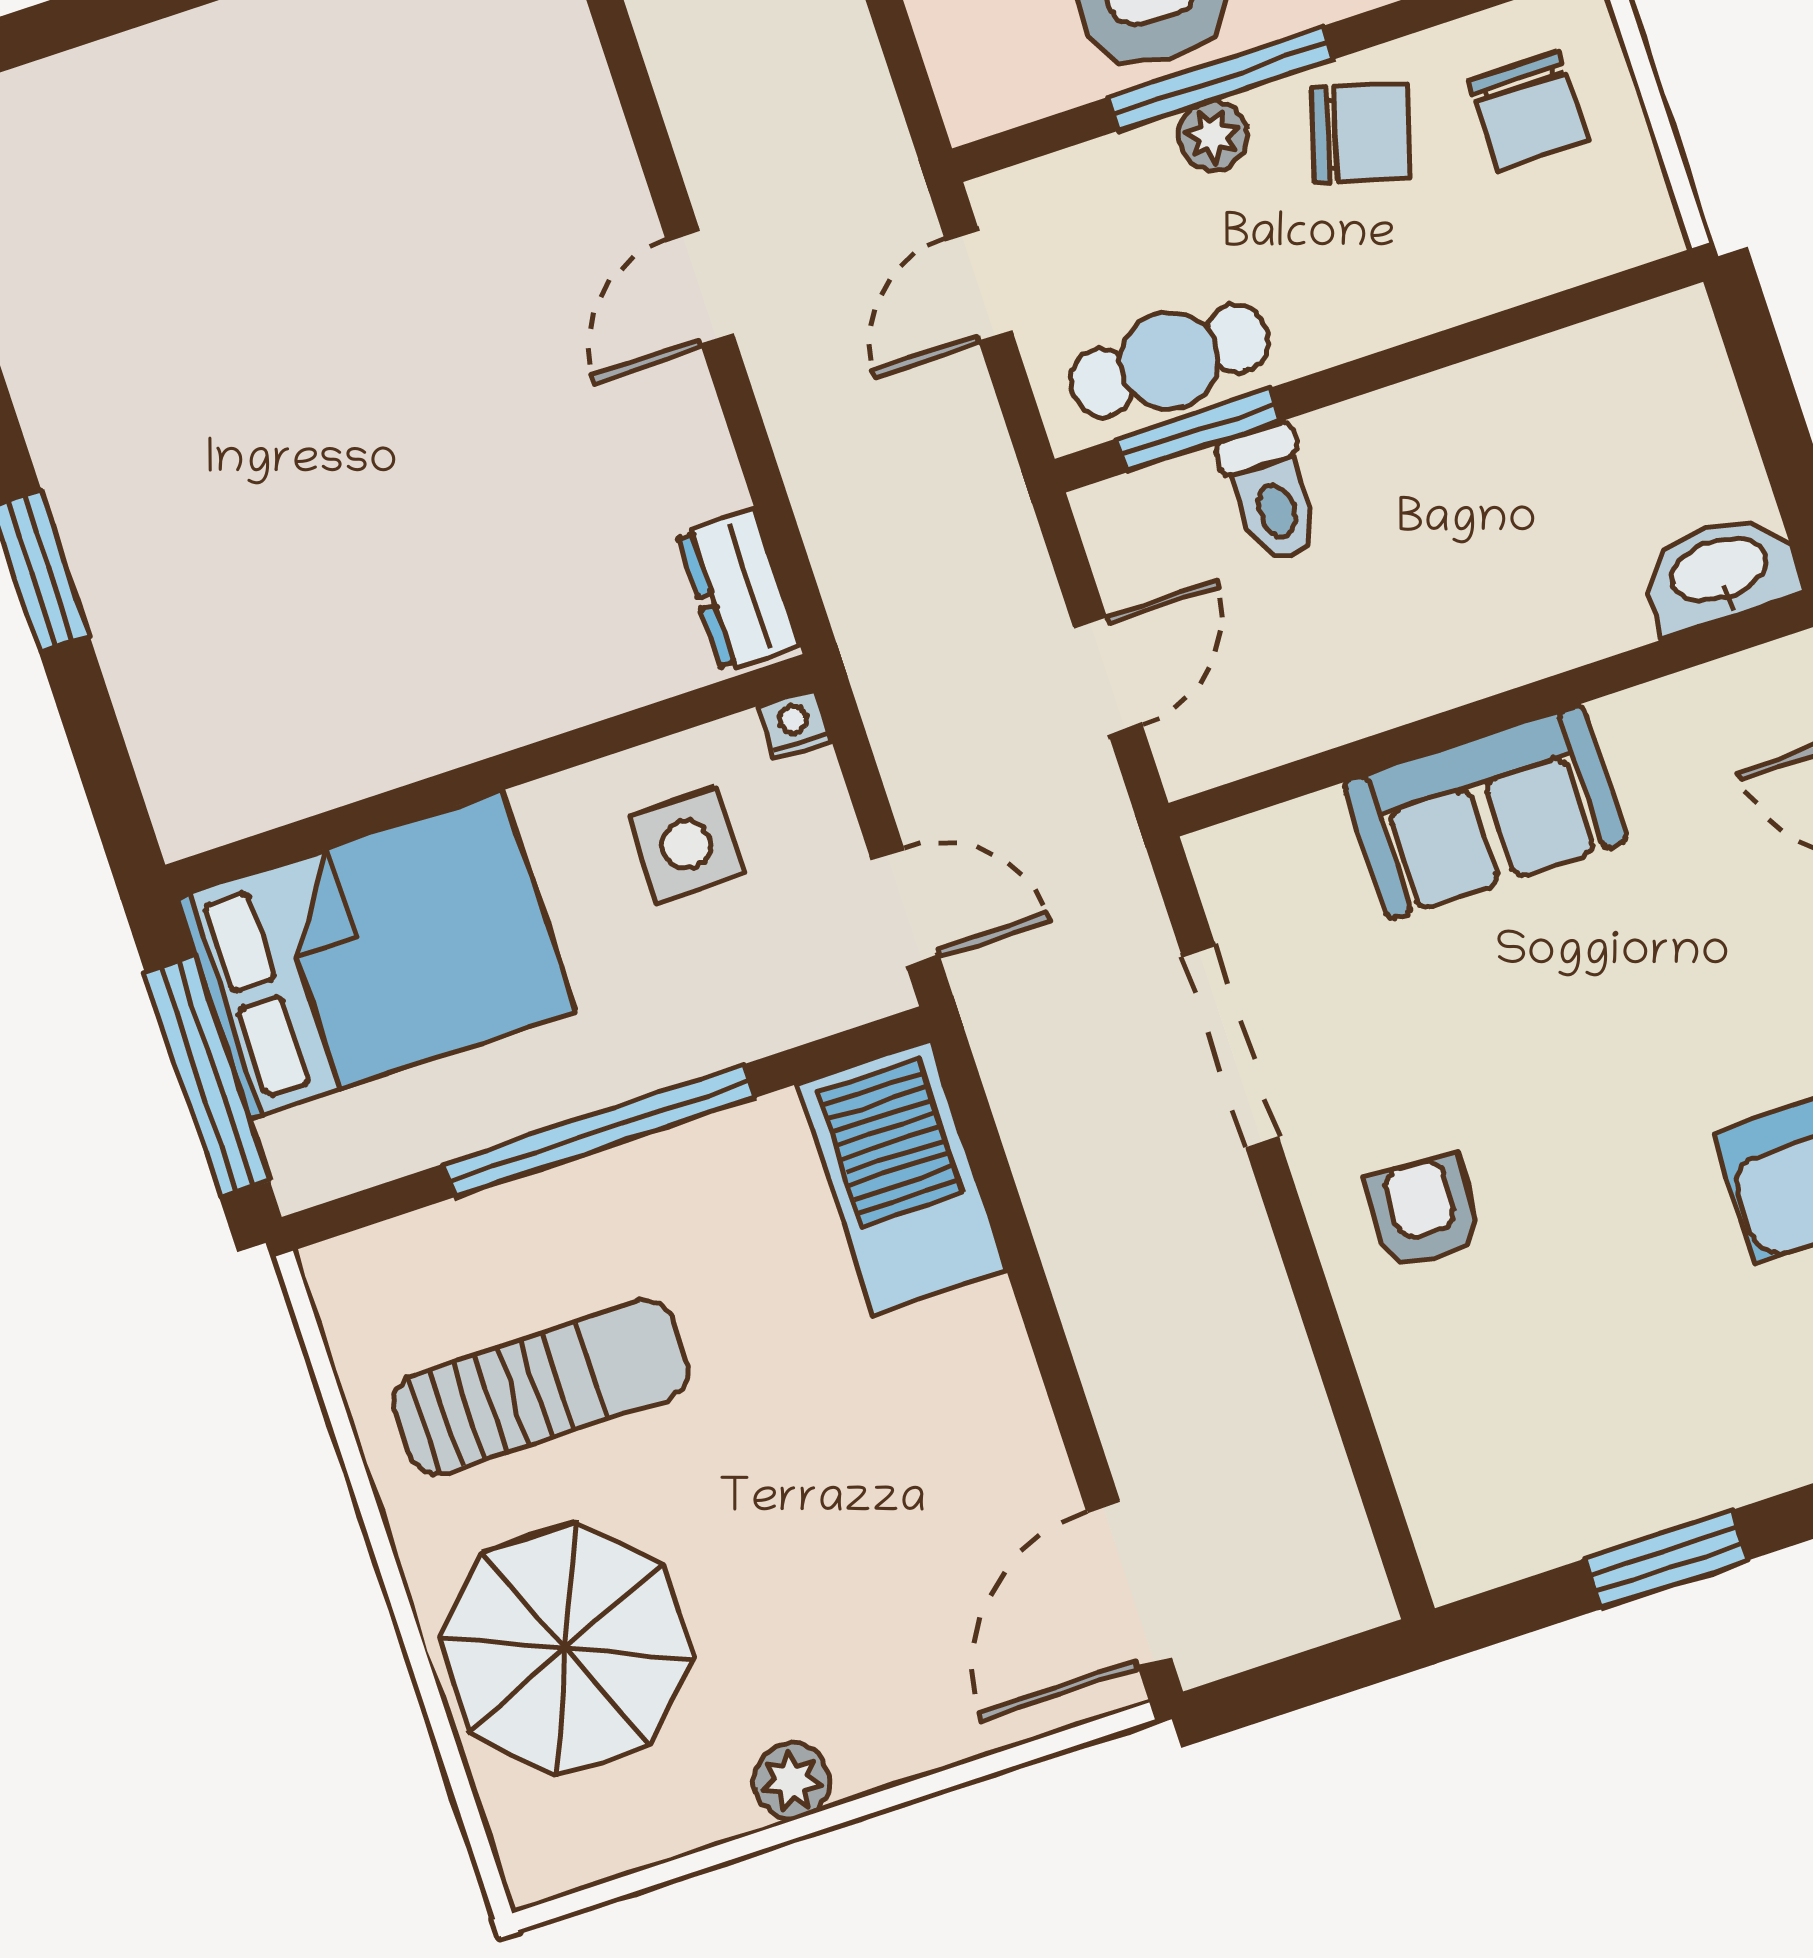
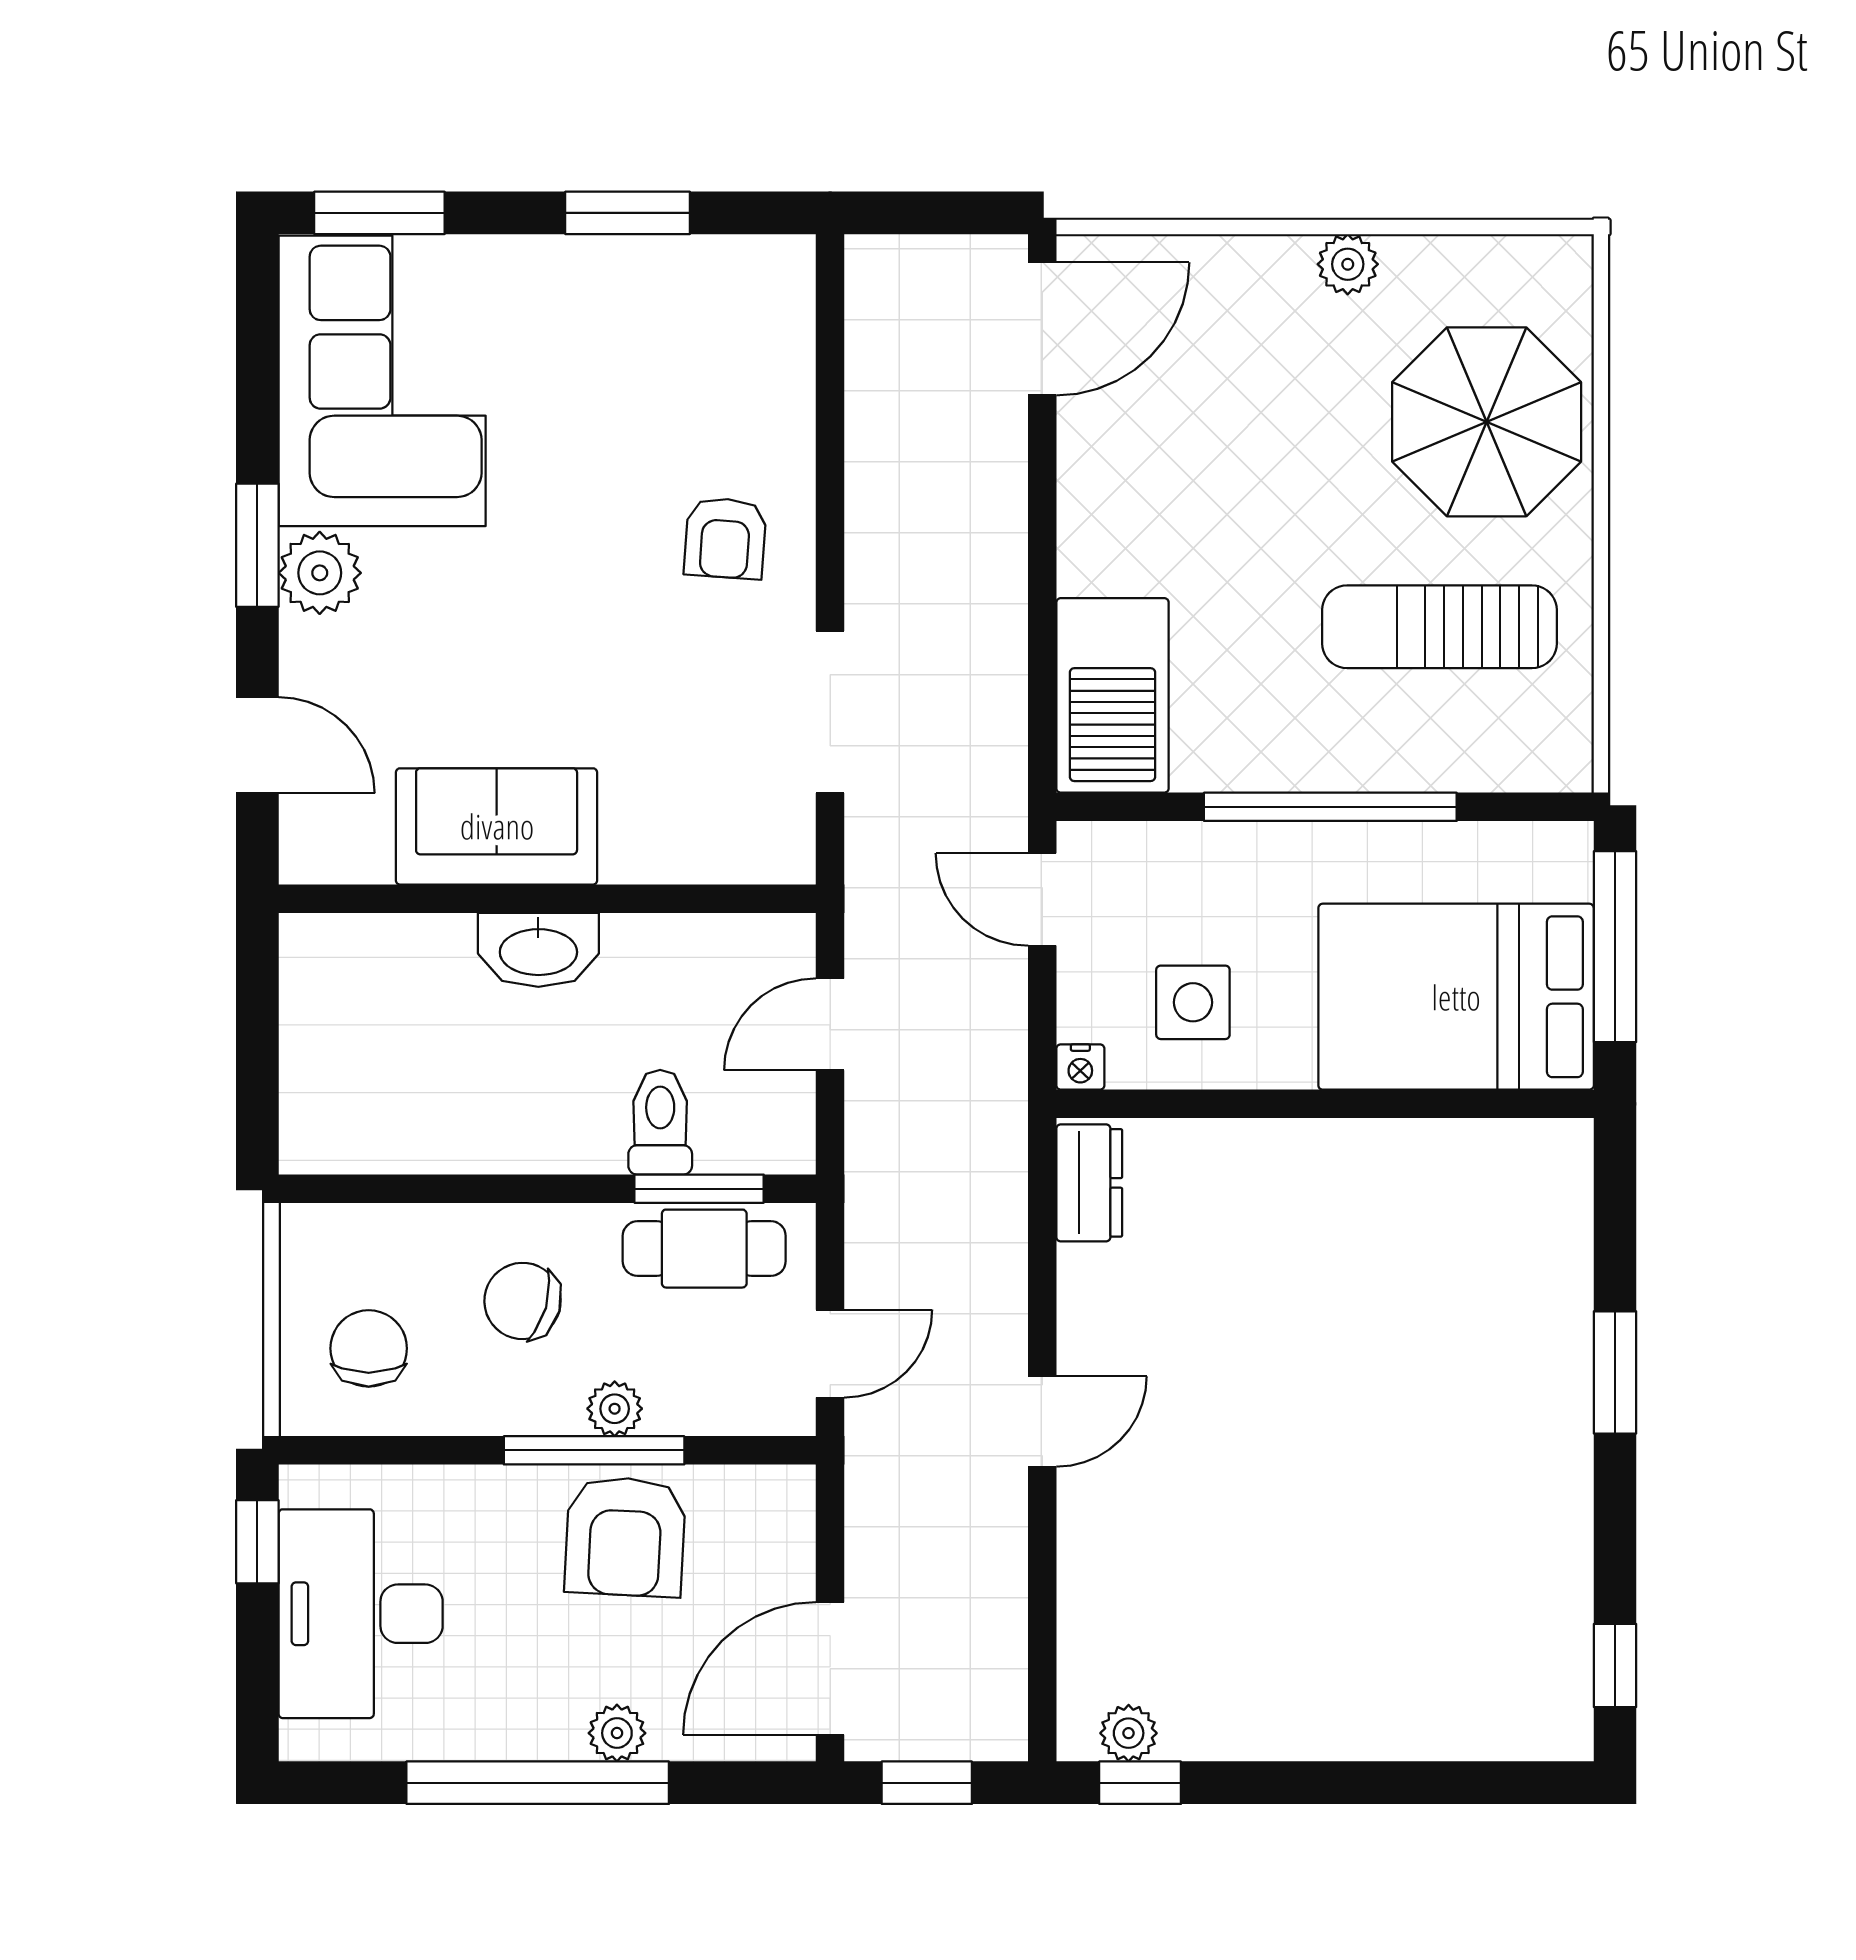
chair: (1360, 133) -> (523, 1301), moved
washbasin: (1720, 572) -> (538, 950), moved
sofa: (1485, 812) -> (497, 826), moved

